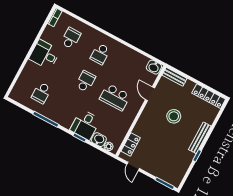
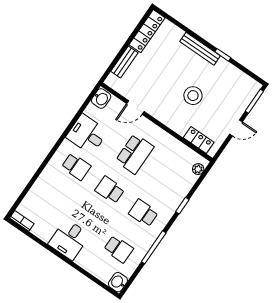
school desk: (71, 38) -> (143, 213), moved
bench: (174, 77) -> (124, 62), moved
stool: (174, 116) -> (193, 96), moved
desk: (85, 125) -> (87, 134), moved, turned 180
washbasin: (99, 140) -> (118, 282), moved
door: (133, 166) -> (236, 128), moved

